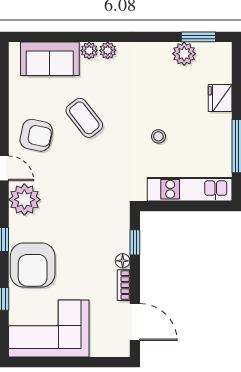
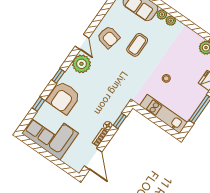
coffee table: (84, 118) -> (137, 45), turned 38

